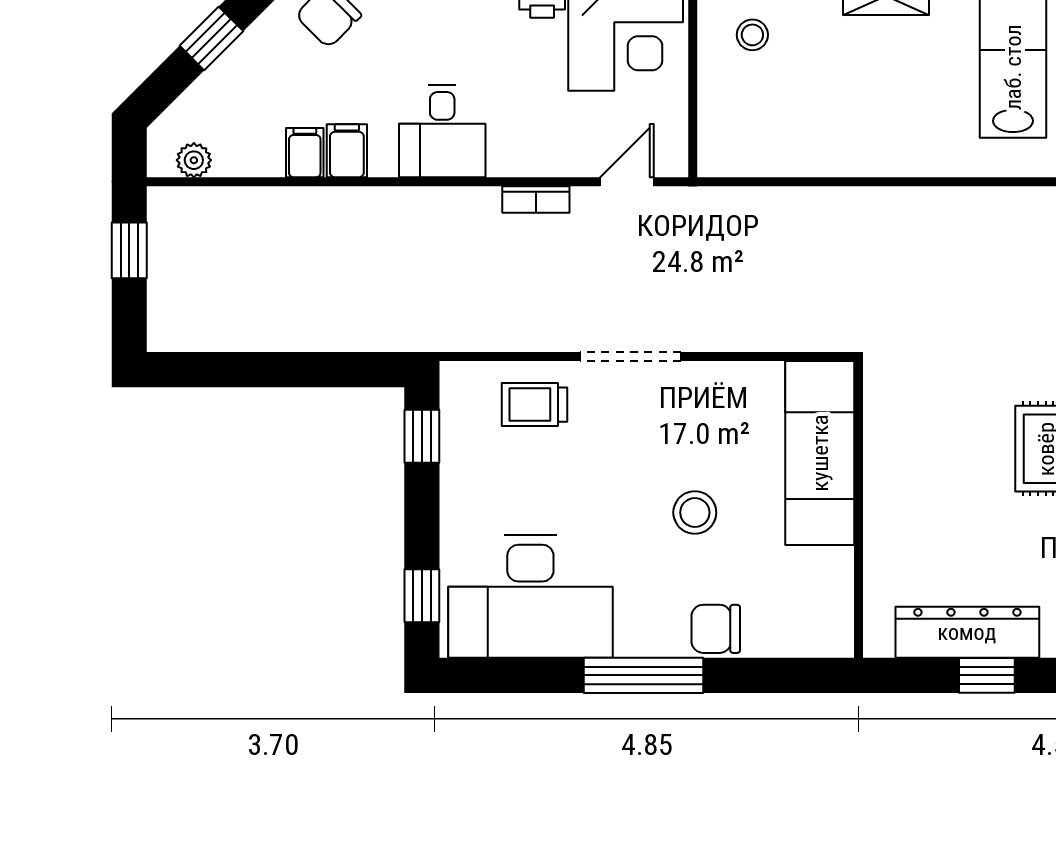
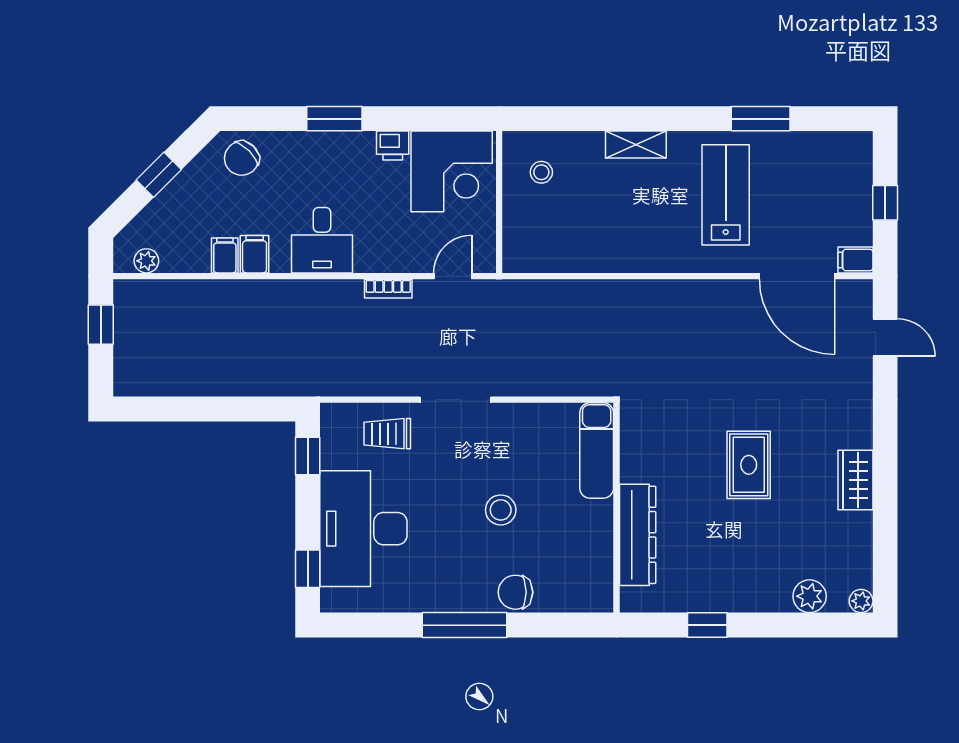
exam couch: (820, 453) -> (597, 450), width x0.73, depth x0.69
desk: (530, 596) -> (363, 529), moved, turned 90
dresser: (967, 632) -> (638, 535), moved, turned 90

